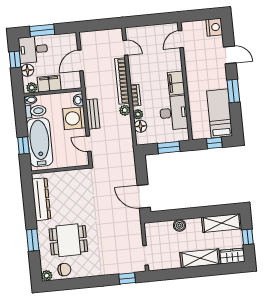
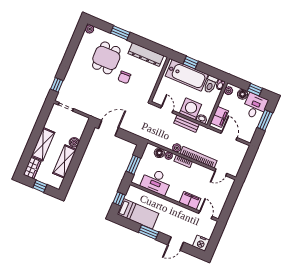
filing cabinet: (176, 83) -> (190, 201), moved
filing cabinet: (49, 84) -> (219, 117), moved
door: (89, 144) -> (167, 109), hinge flipped
shelving: (222, 223) -> (65, 161), moved
chair: (64, 270) -> (124, 77), moved

